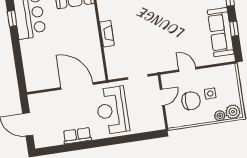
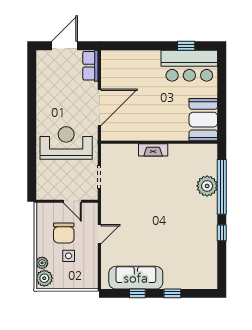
row of seats: (77, 136) -> (90, 66), moved, turned 180

